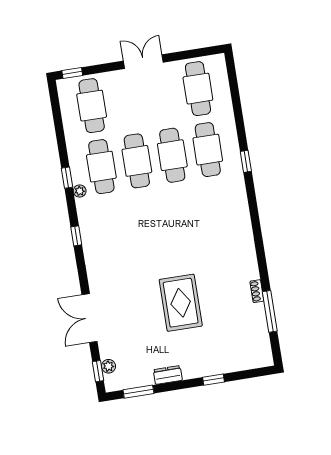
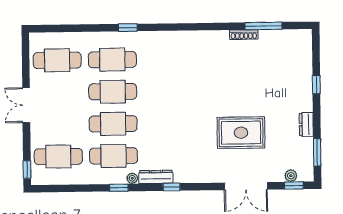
dresser: (85, 217) -> (156, 177), added
shoe rack: (257, 291) -> (244, 35), width x1.43
rug: (181, 303) -> (241, 133), moved

